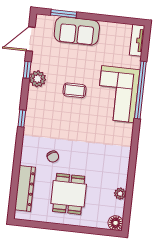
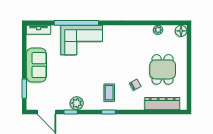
sofa: (77, 31) -> (36, 65), moved
coffee table: (75, 90) -> (109, 93), moved
dining table: (69, 194) -> (163, 69), turned 90

